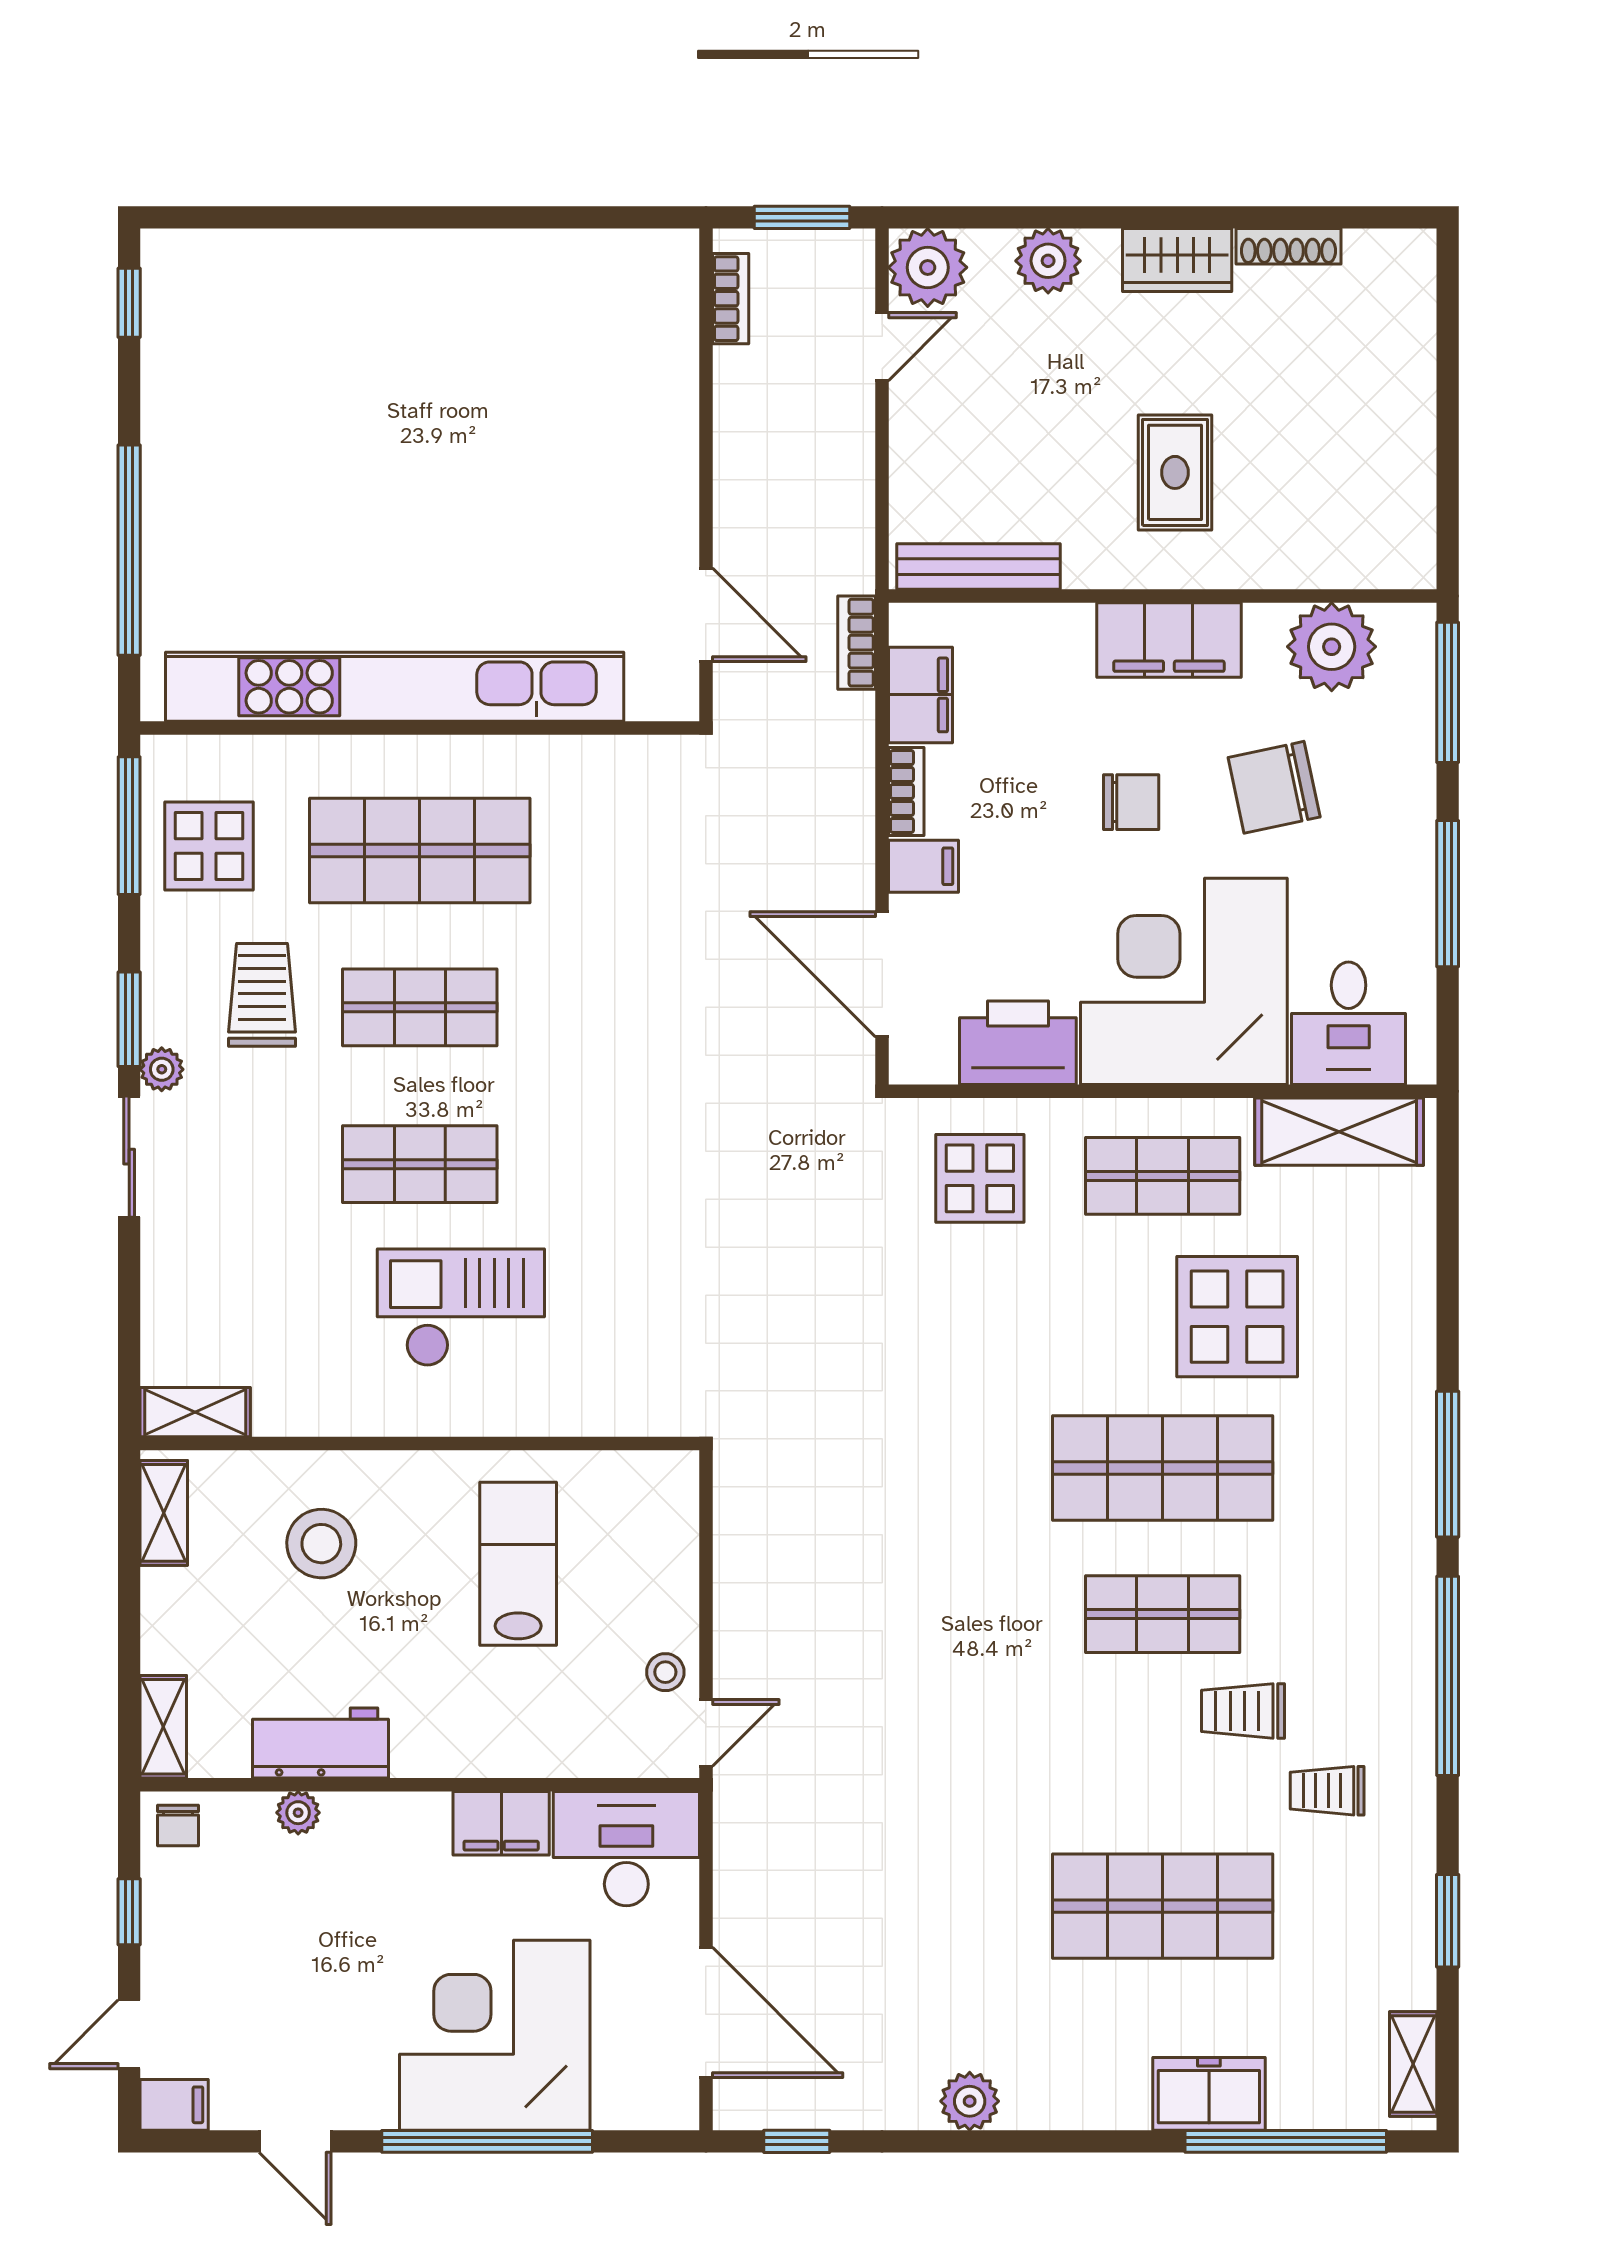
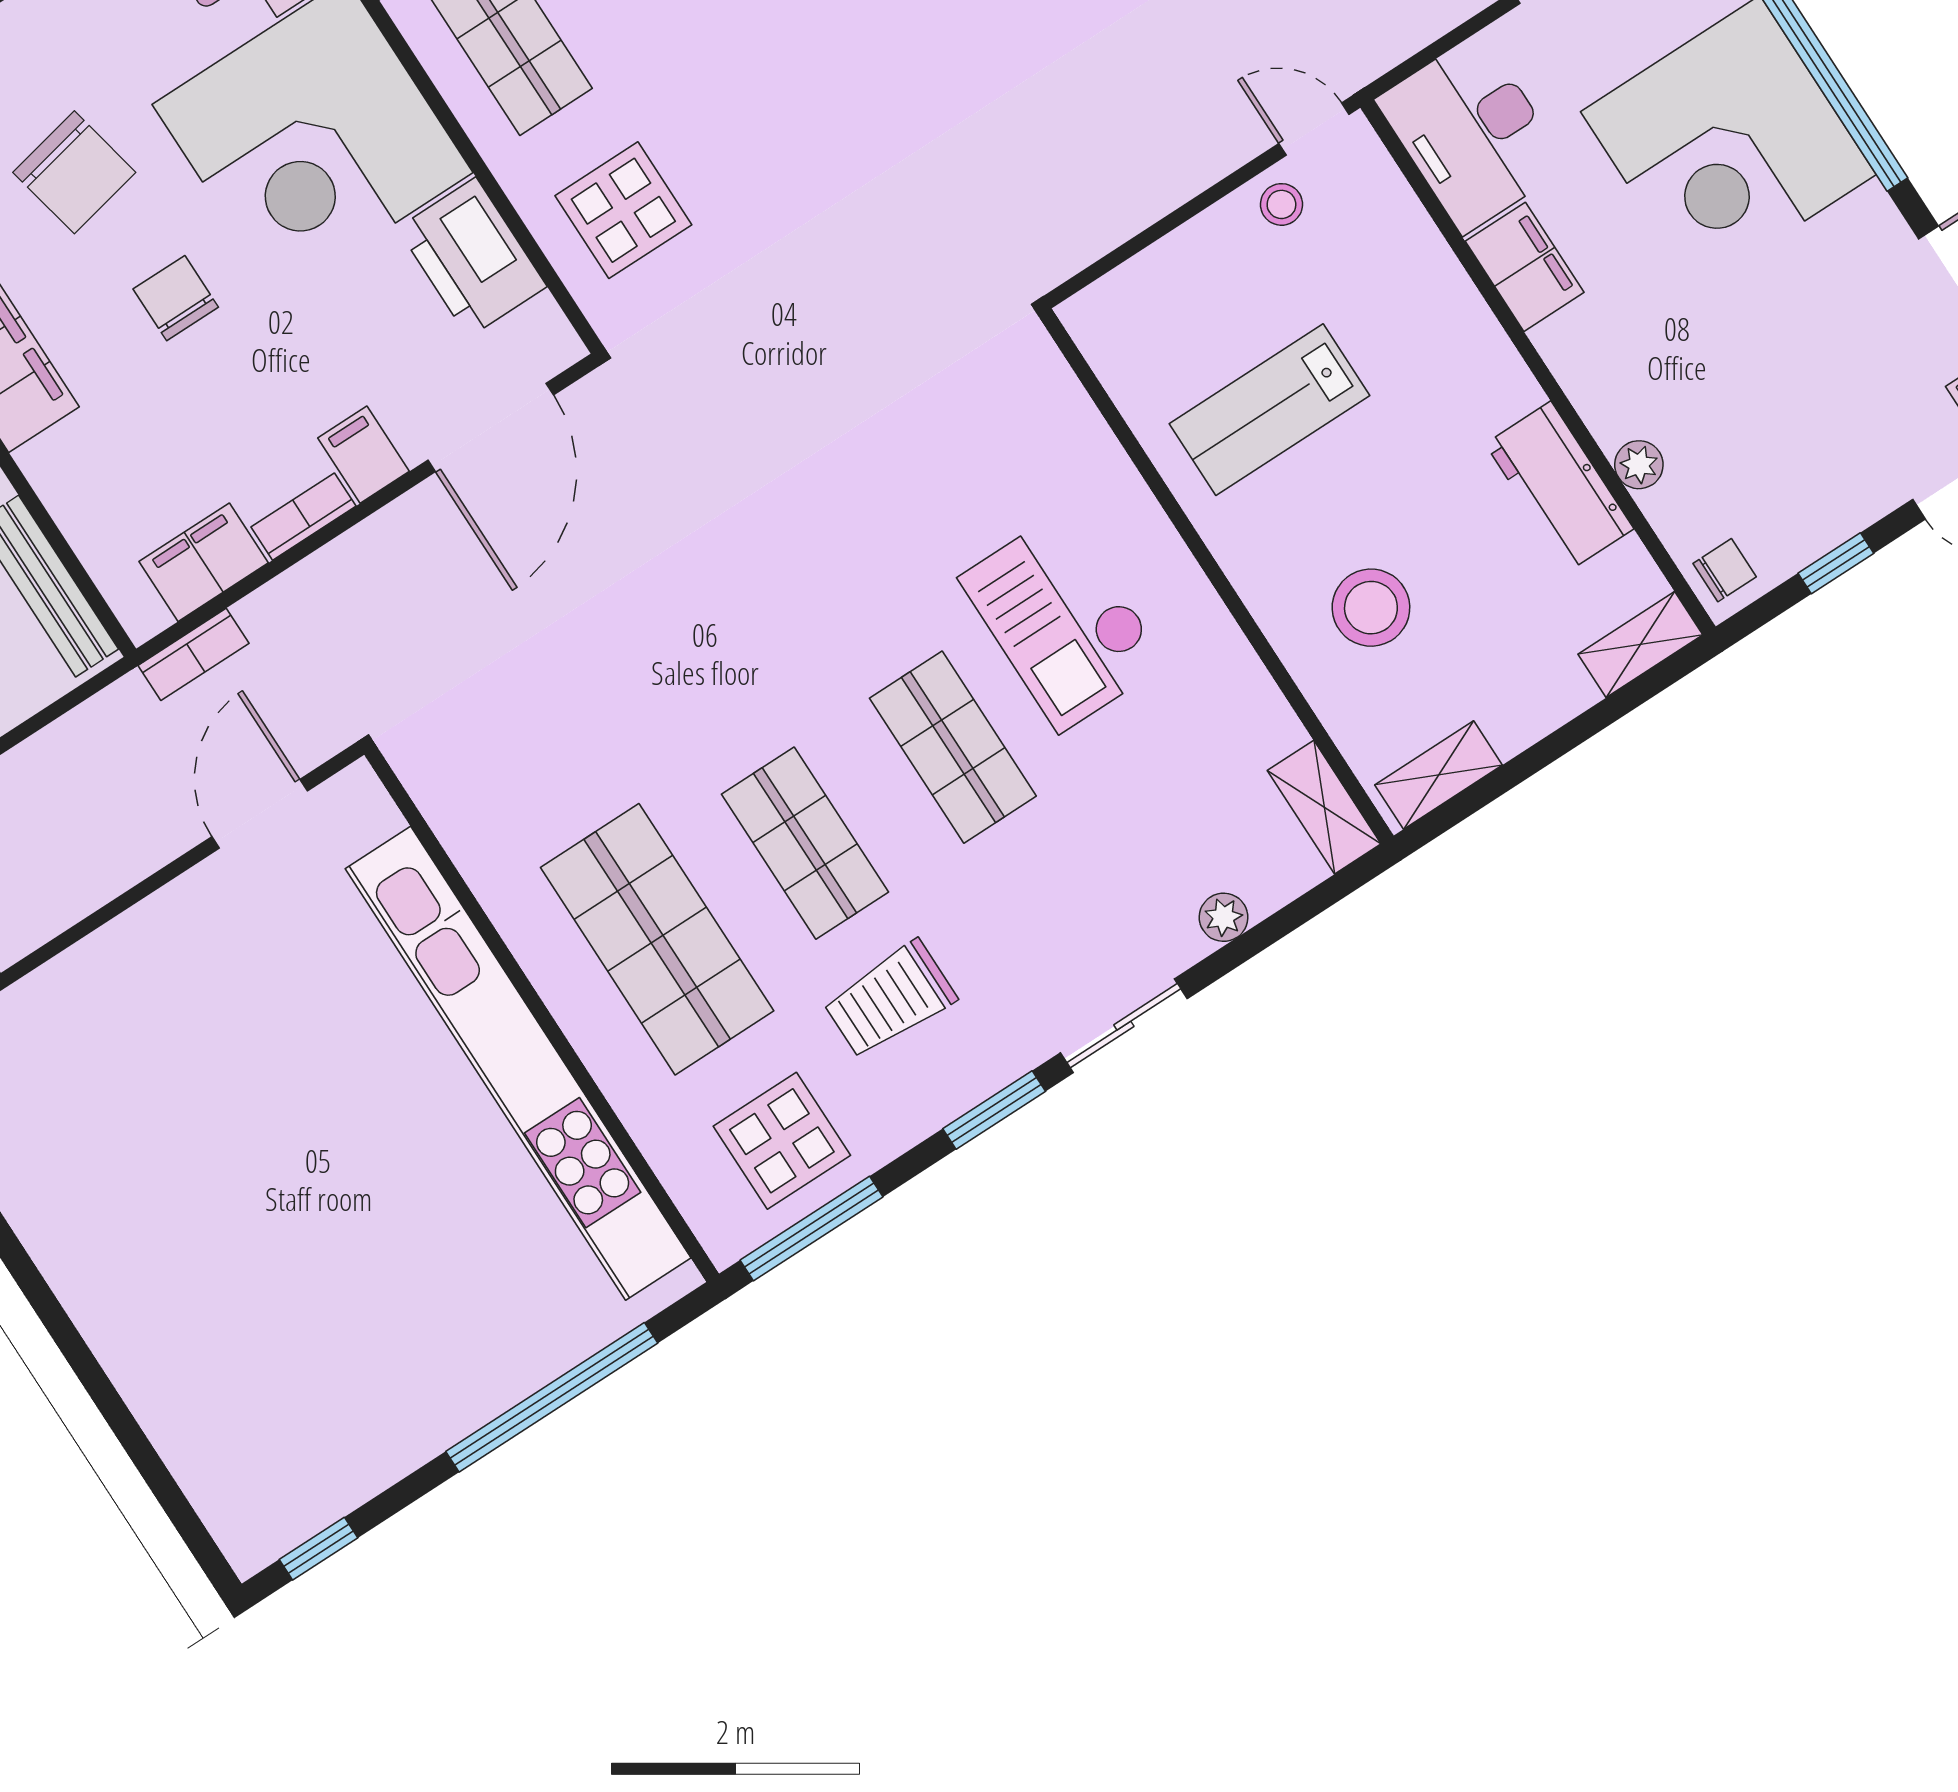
plant: (162, 1069) -> (1224, 917), moved

